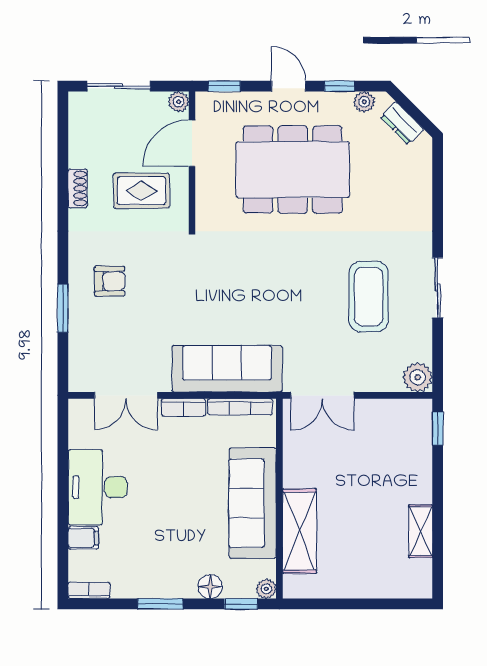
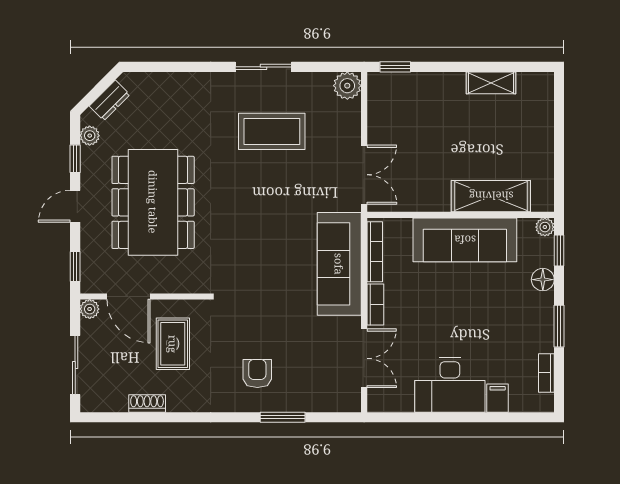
shoe rack: (78, 188) -> (147, 403), moved
bookcase: (89, 590) -> (546, 373), moved

